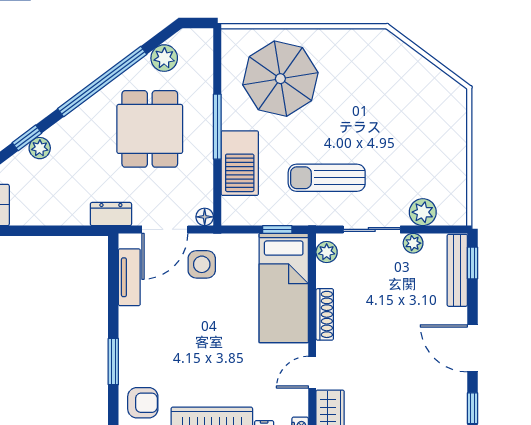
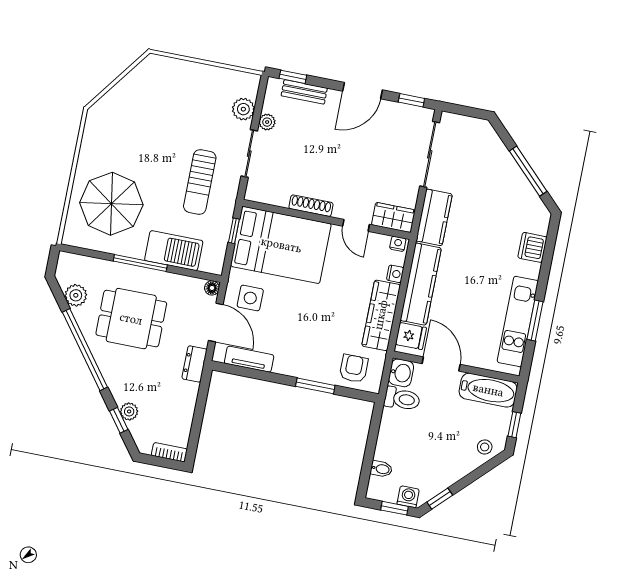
plant: (327, 252) -> (260, 194), removed
bench: (457, 270) -> (304, 92), width x0.73
bed: (284, 288) -> (281, 245), width x1.50

